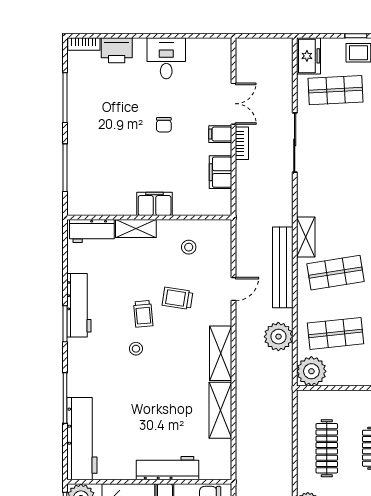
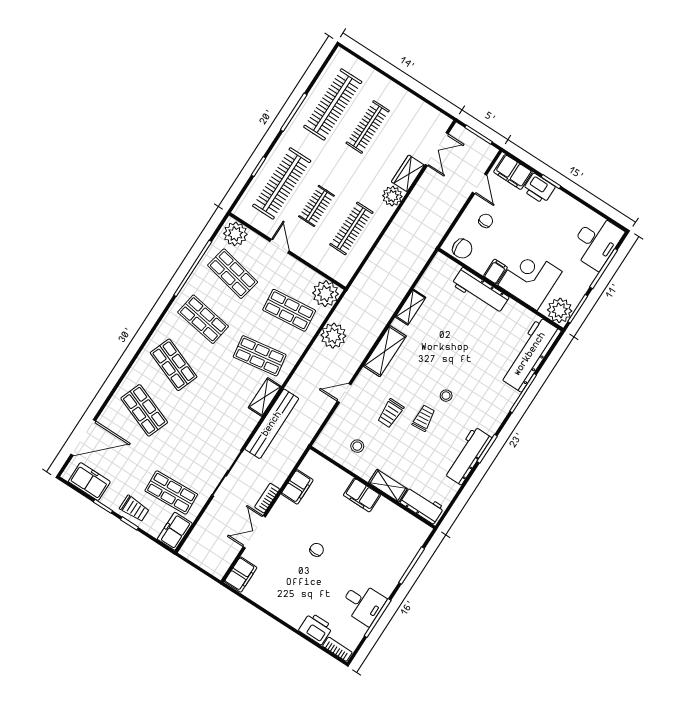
desk: (166, 58) -> (363, 603), moved, turned -90
filing cabinet: (220, 134) -> (241, 575), moved, width x2.00
bench: (283, 267) -> (272, 424), moved
trolley: (177, 298) -> (390, 413), turned 81
shelving: (220, 410) -> (411, 307), width x0.67, depth x0.75

